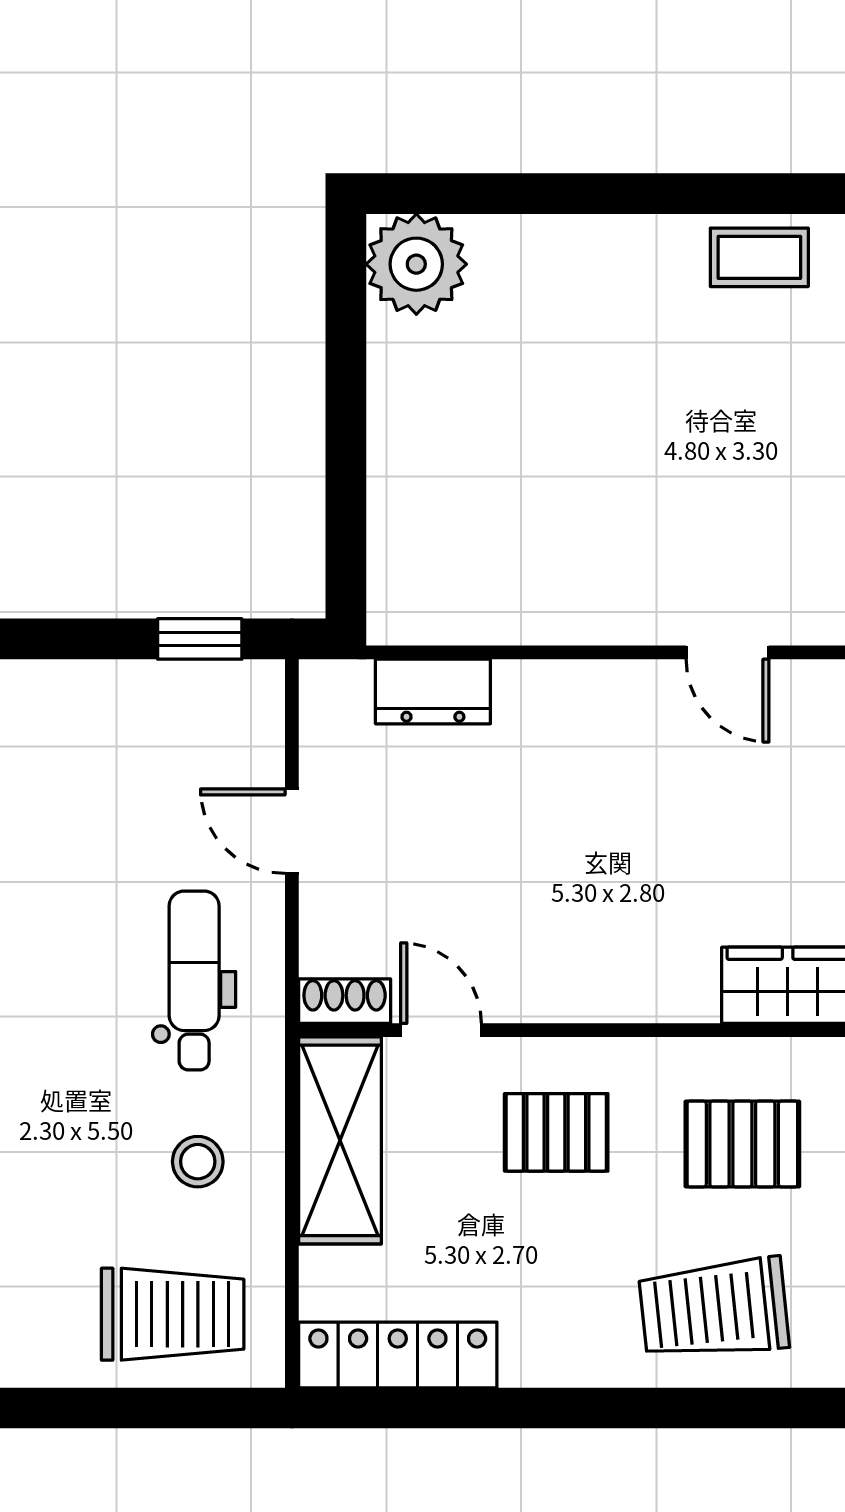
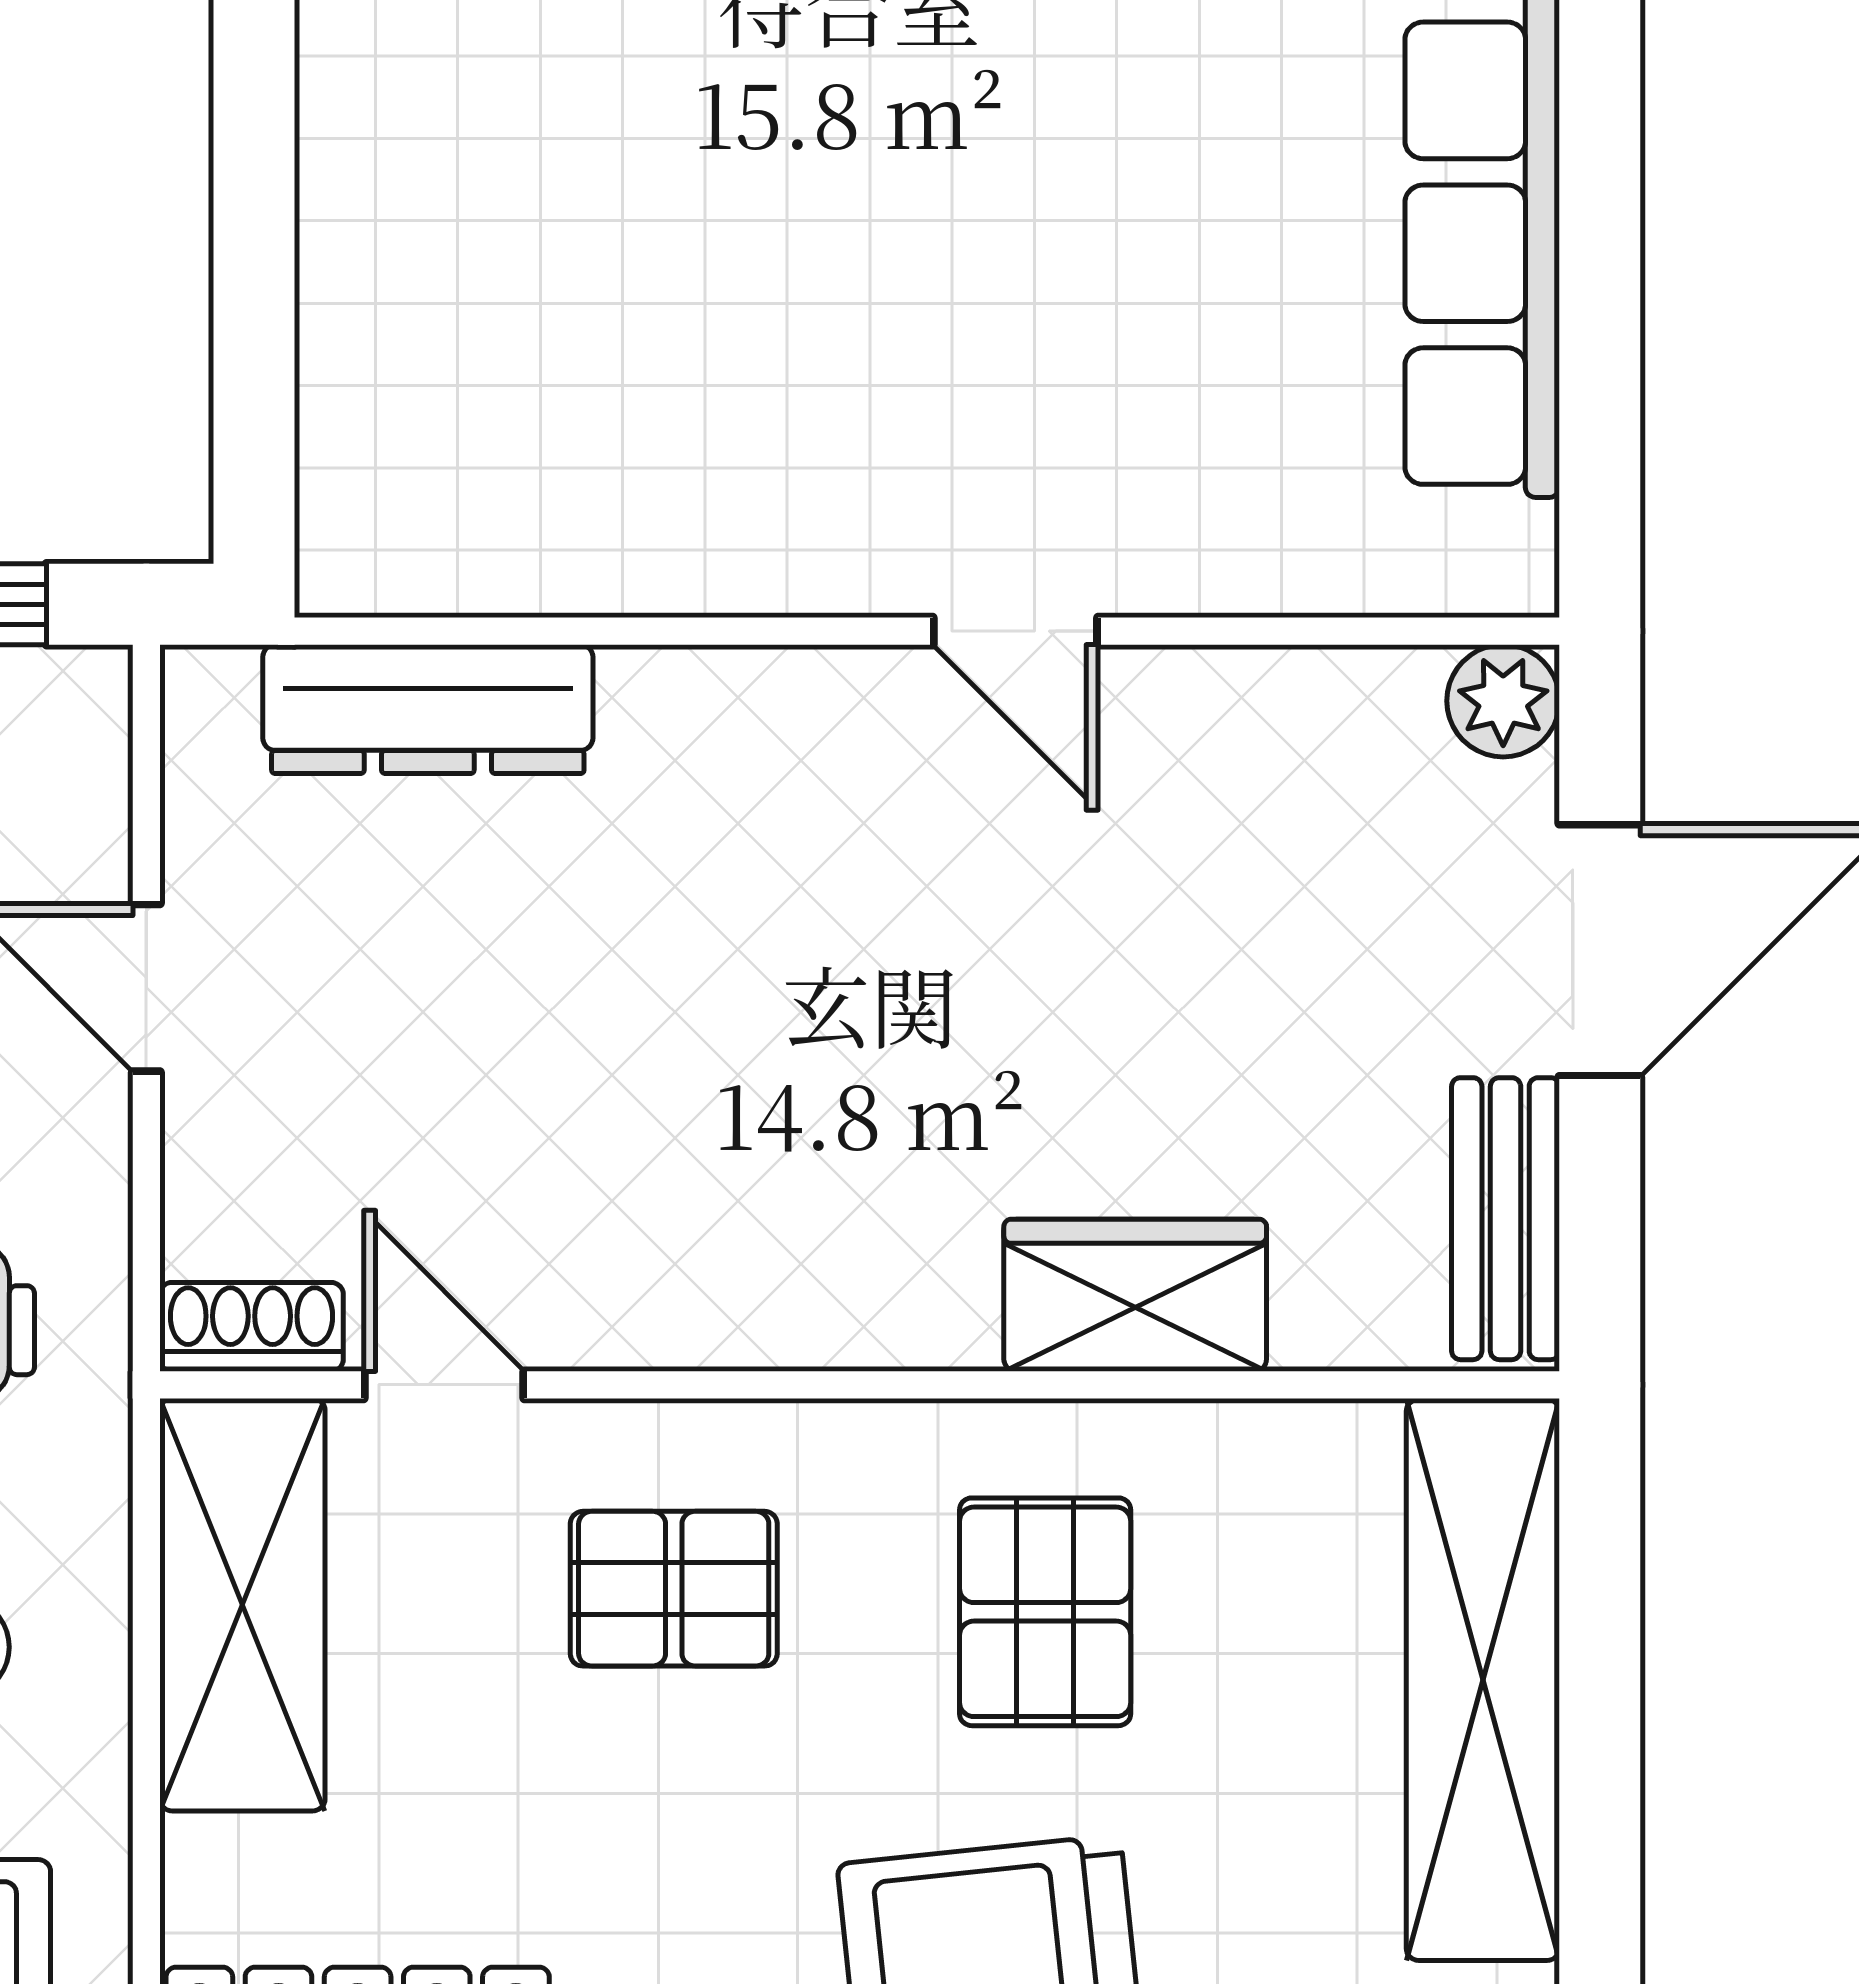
dresser: (433, 691) -> (428, 709), width x1.44
pallet: (742, 1144) -> (1045, 1612), turned 90

